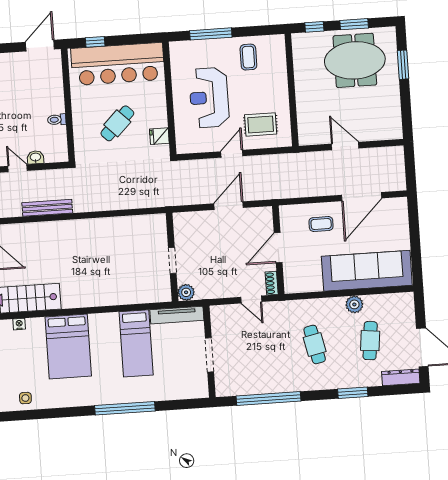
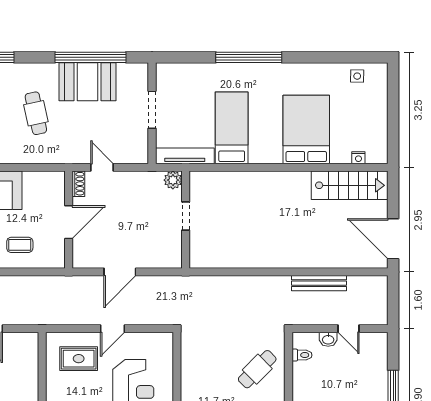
toilet: (57, 120) -> (302, 355), moved
cafe table: (117, 123) -> (257, 369), moved
fridge: (159, 136) -> (191, 353), removed
booth: (270, 376) -> (88, 82), added

